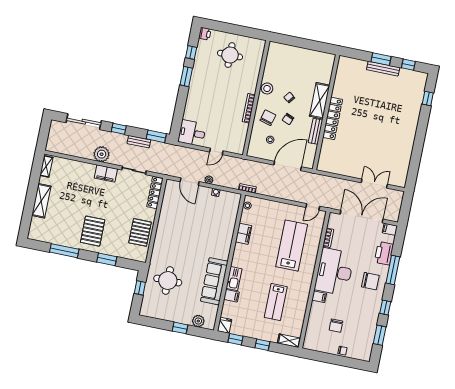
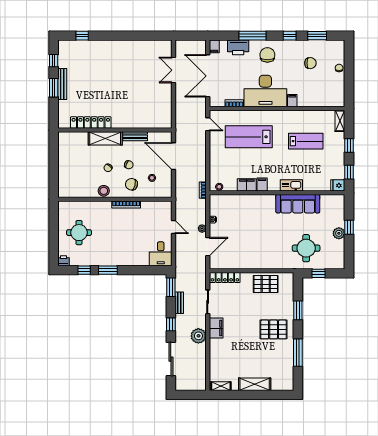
locker: (333, 118) -> (91, 122), moved
filing cabinet: (231, 296) -> (262, 185), moved
plant: (198, 321) -> (339, 233), moved
chair: (336, 326) -> (310, 63), moved

